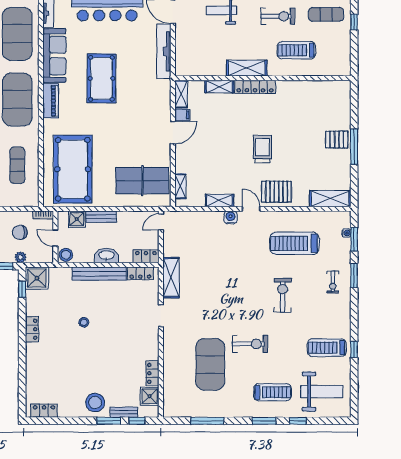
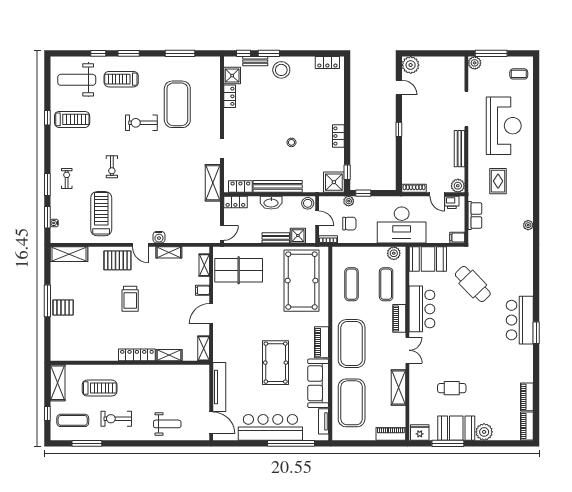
shelving: (247, 68) -> (58, 383), moved, turned 90
filing cabinet: (182, 115) -> (202, 290), moved
treadmill: (294, 243) -> (101, 214), turned -90
exercise bike: (283, 295) -> (112, 167), width x0.73, depth x0.72

